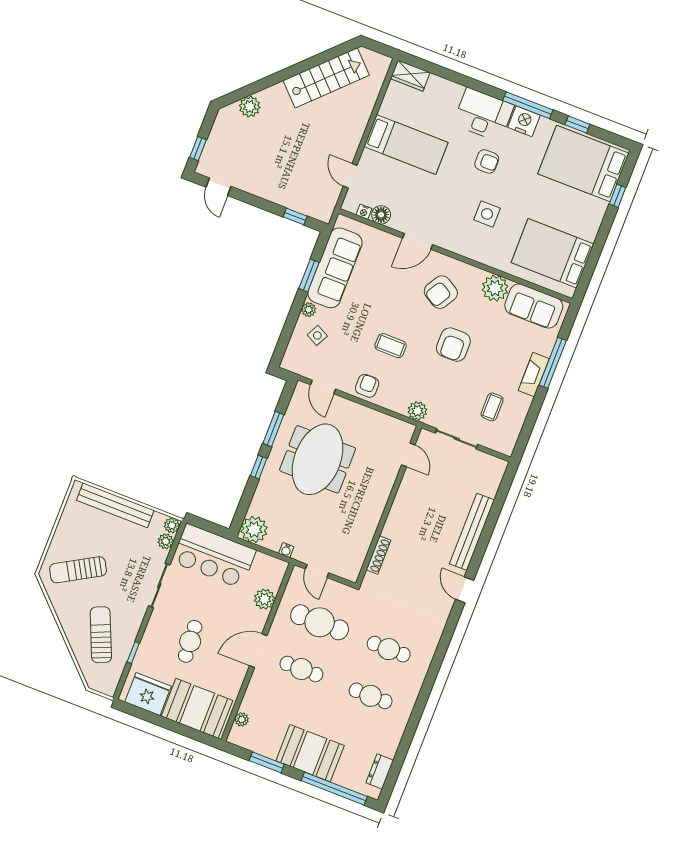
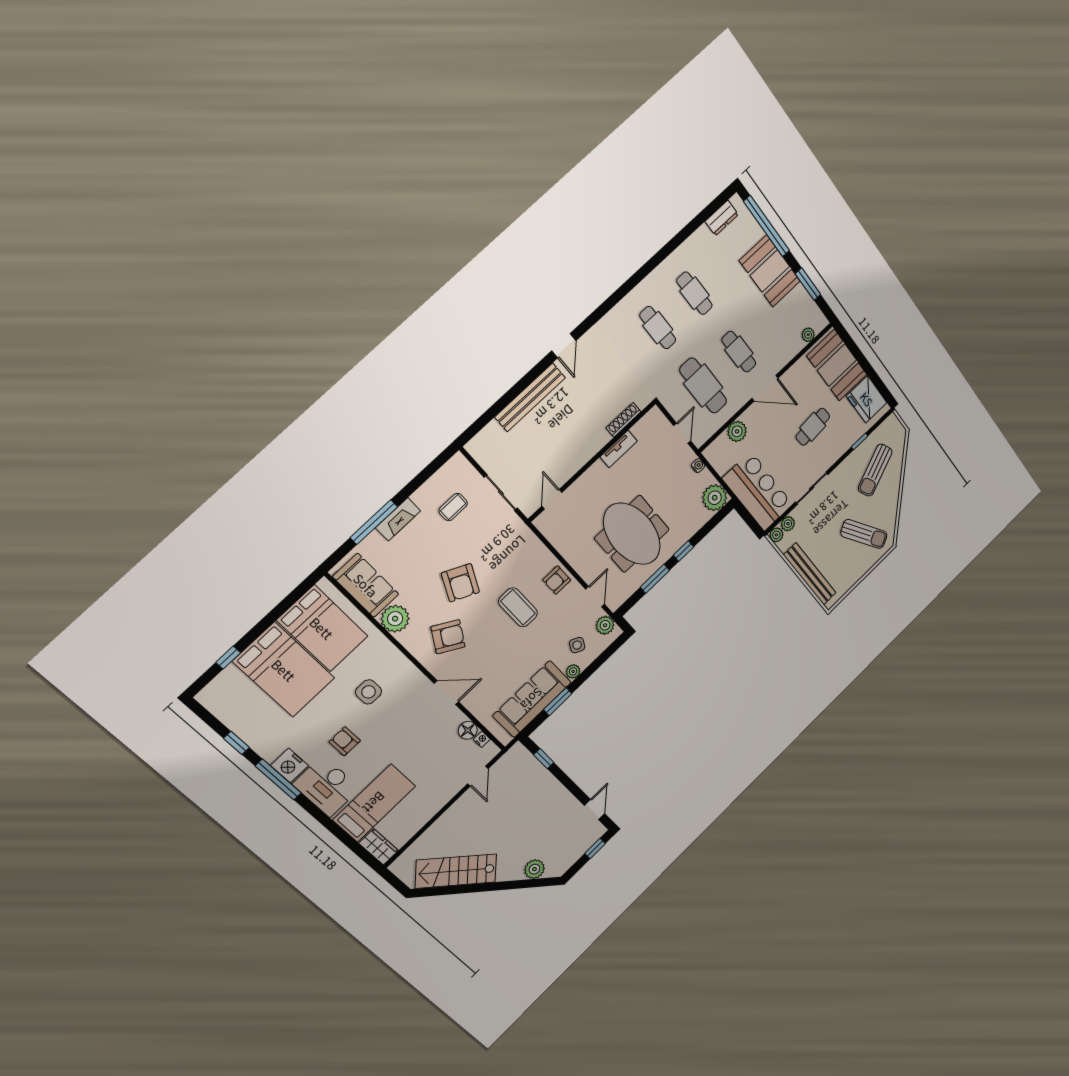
bed: (406, 145) -> (374, 803), moved, turned 90
bed: (583, 163) -> (284, 670), moved
armchair: (453, 345) -> (460, 583), turned 116
coffee table: (391, 346) -> (518, 607), width x1.36, depth x1.30
plant: (417, 411) -> (605, 625), moved
meeting table: (318, 459) -> (632, 534), turned 90
tv unit: (370, 528) -> (619, 449), added

